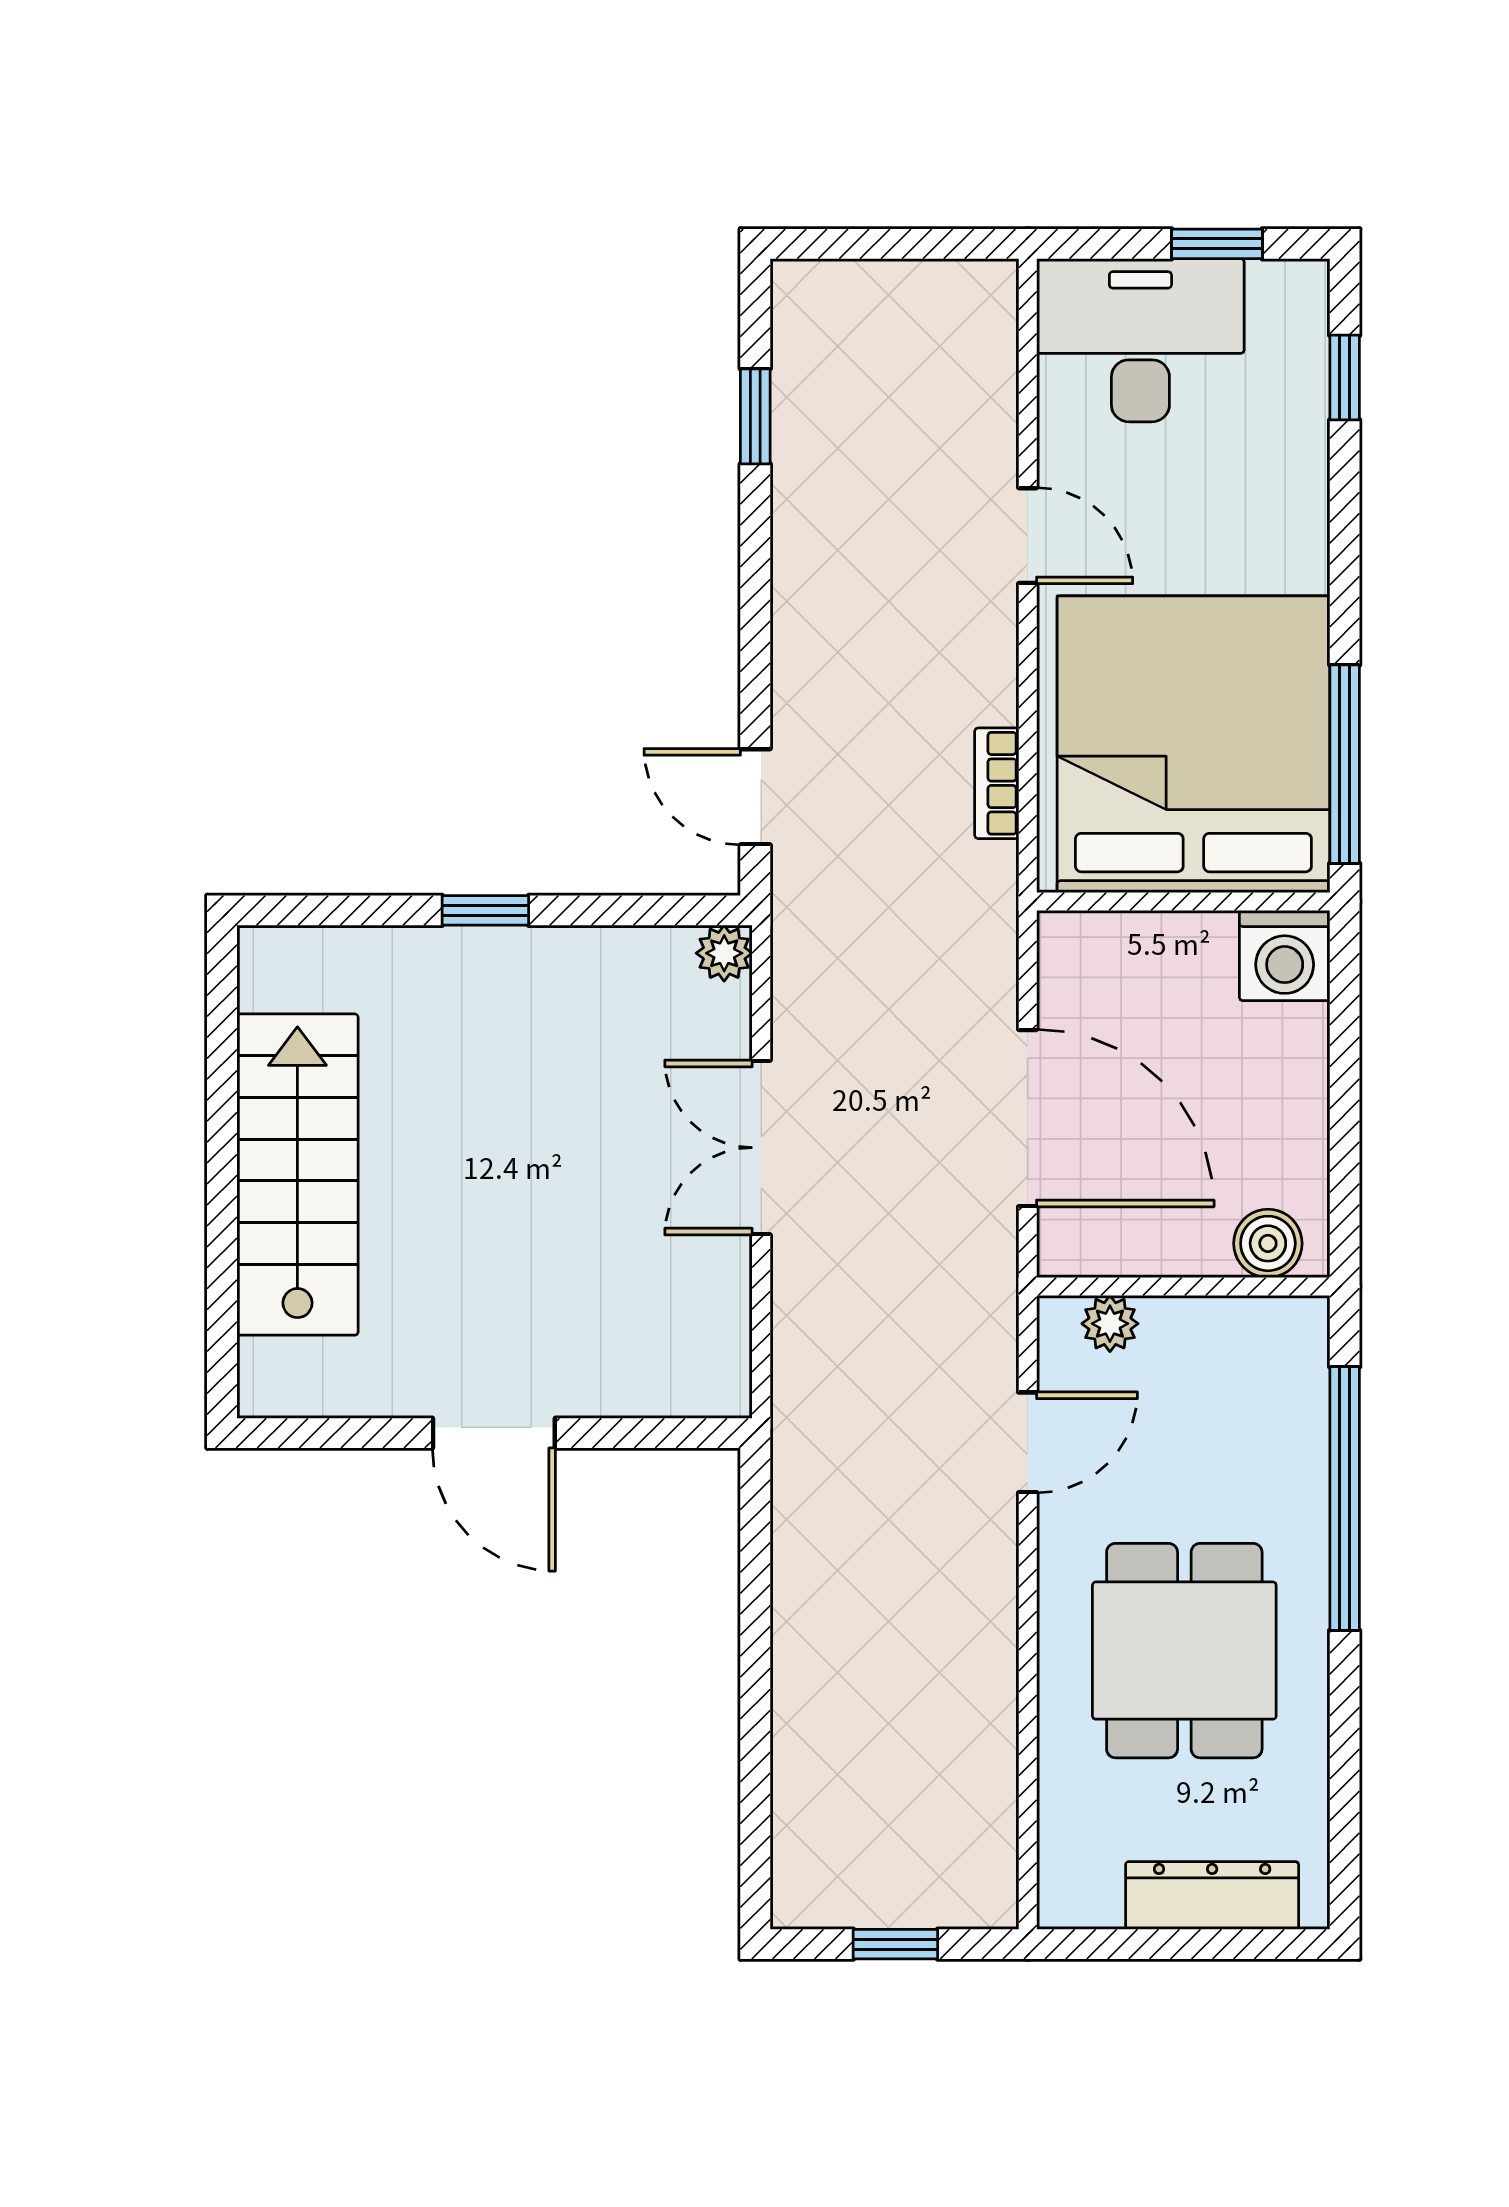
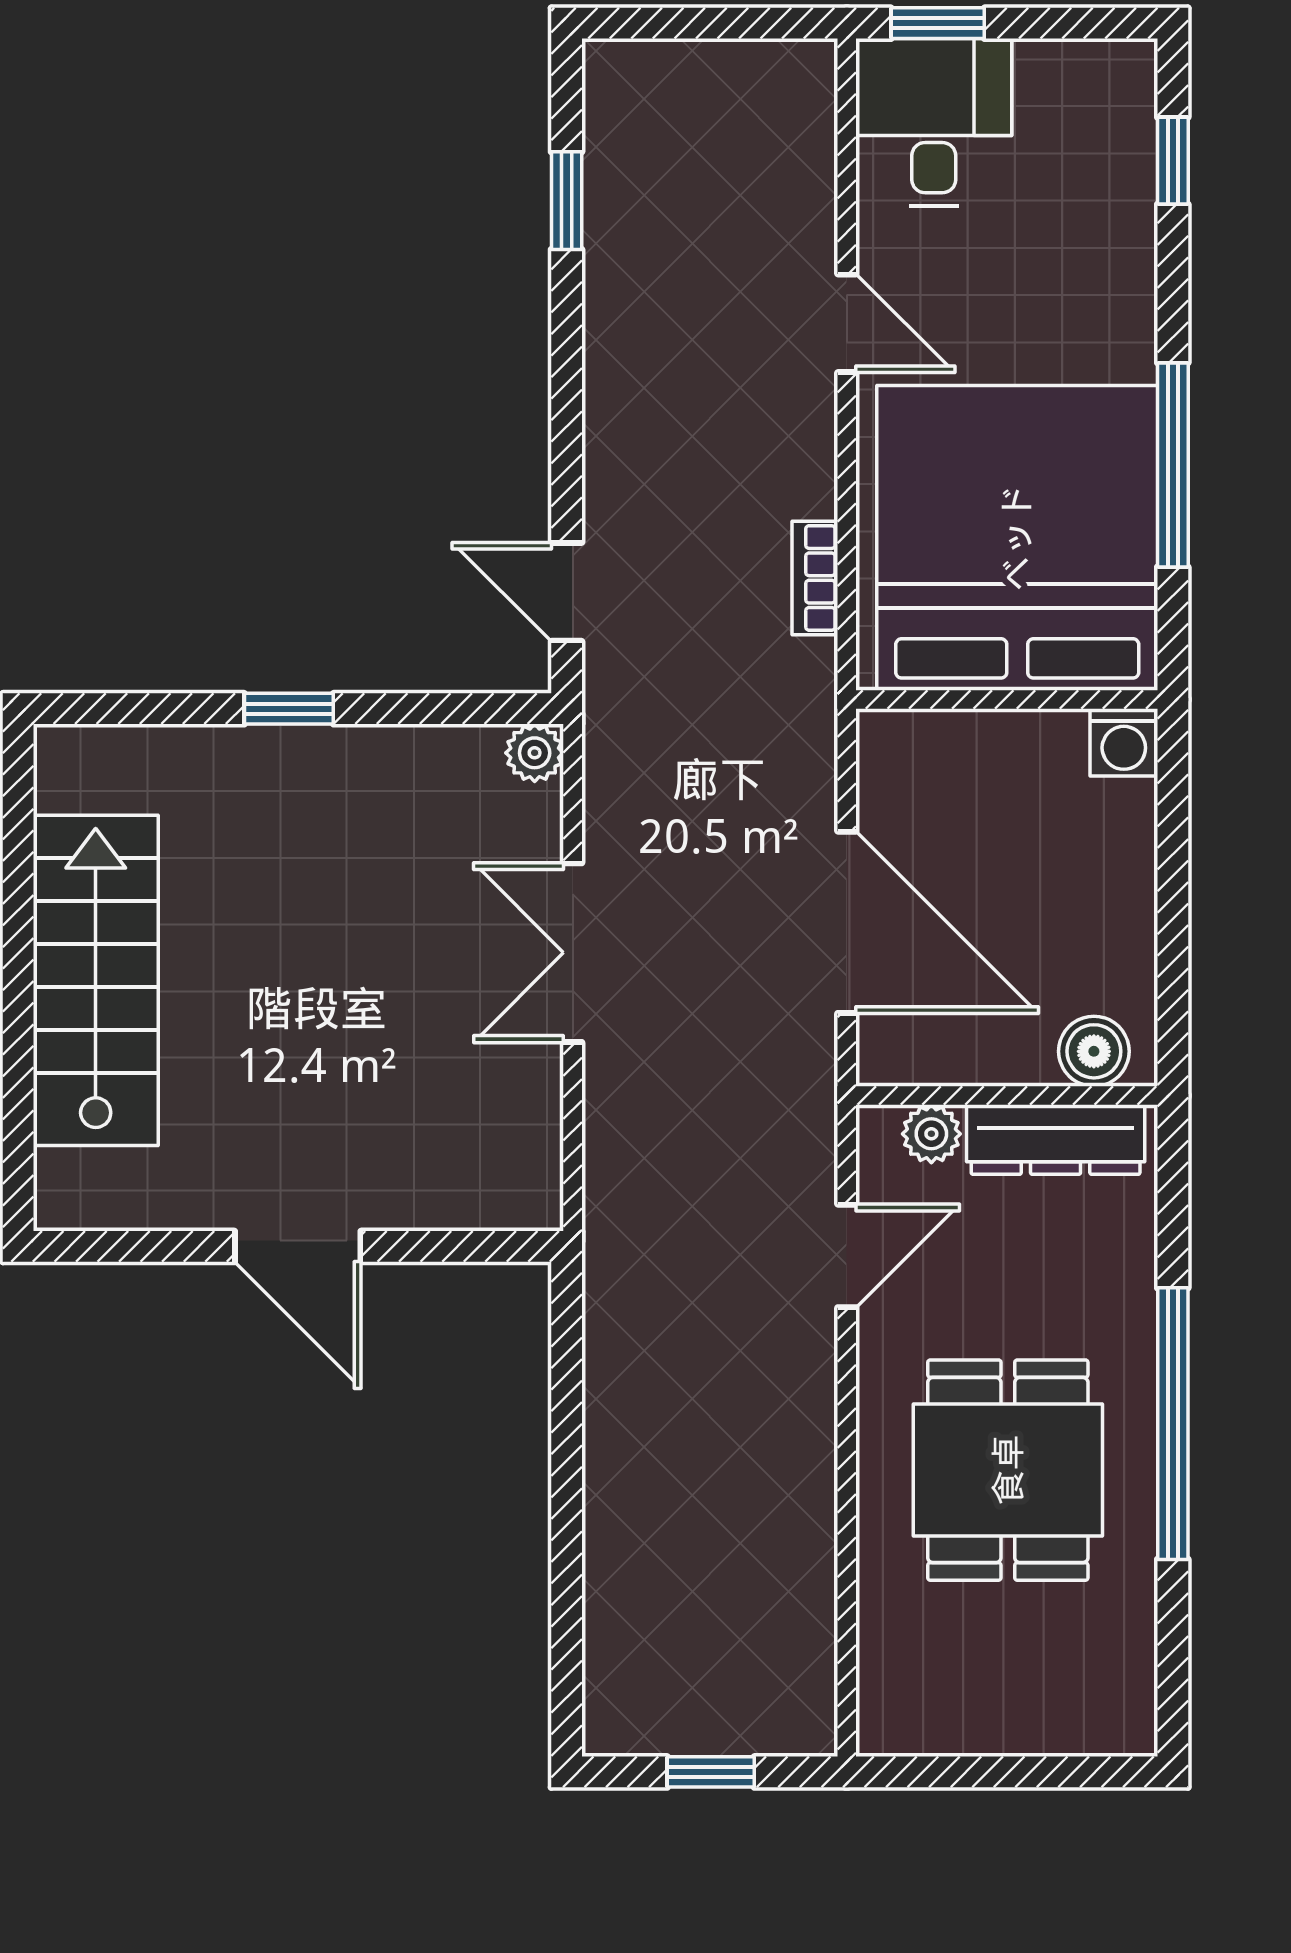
window: (1217, 244) -> (938, 23), moved
desk: (1140, 340) -> (934, 122), width x0.73
window: (1345, 764) -> (1173, 465), moved
washing machine: (1285, 956) -> (1124, 742), width x0.73, depth x0.73
window: (1345, 1499) -> (1173, 1424), moved
dresser: (1212, 1895) -> (1056, 1140), moved, turned 180

